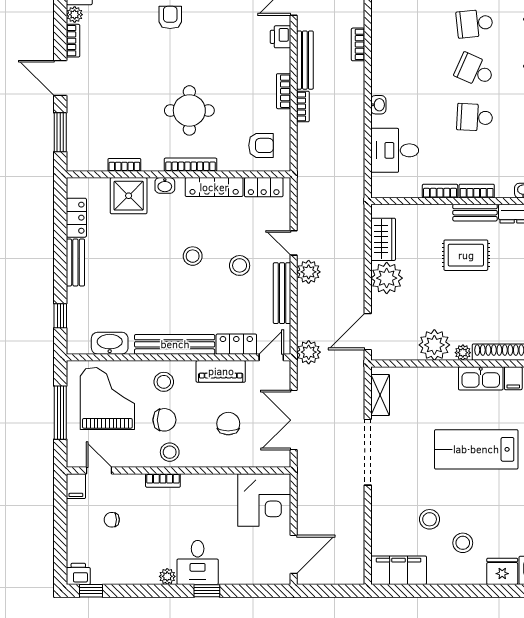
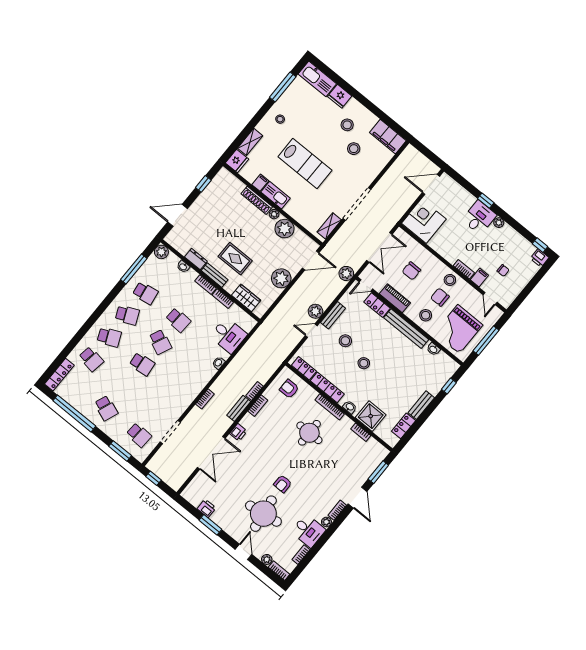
bench: (305, 60) -> (239, 408), width x0.73
wardrobe: (383, 239) -> (246, 298), moved, turned 90
door: (294, 243) -> (311, 331), swing flipped
bench: (282, 293) -> (333, 315), width x0.73
washbasin: (110, 343) -> (433, 349), width x0.52, depth x0.69
filing cabinet: (76, 486) -> (479, 277), moved

